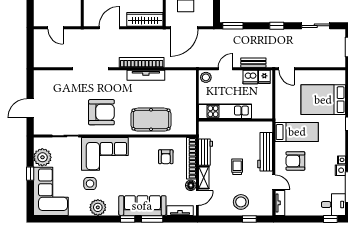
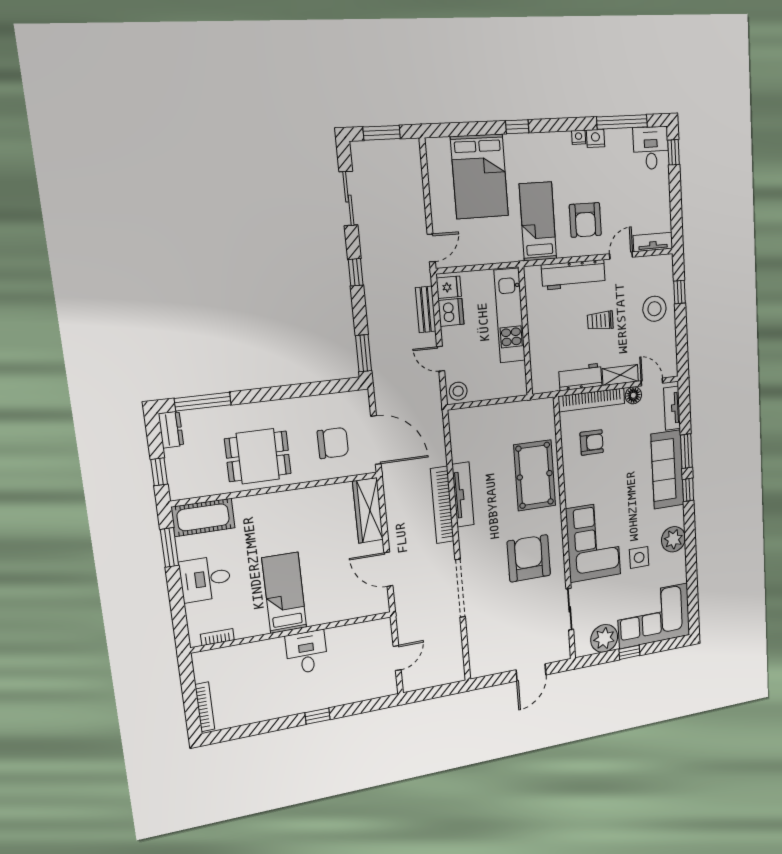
door: (30, 108) -> (531, 672), hinge flipped
kitchen unit: (225, 111) -> (510, 316), moved

